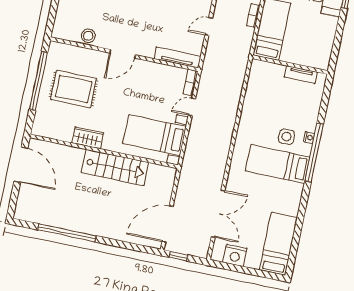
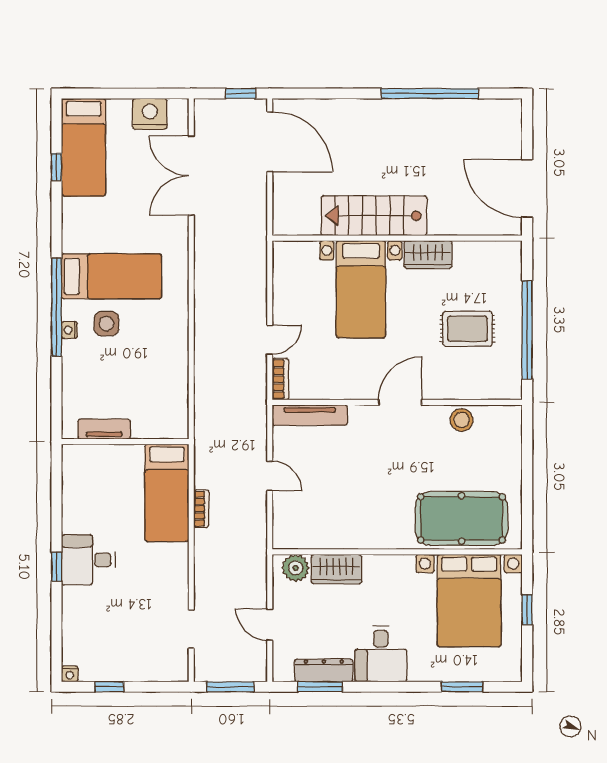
door: (209, 26) -> (270, 476), hinge flipped
rug: (74, 89) -> (467, 329), width x0.73, depth x0.70
bed with nightstands: (155, 135) -> (361, 289), moved, turned 90
door: (167, 224) -> (270, 142), hinge flipped
window: (297, 235) -> (56, 167), added

